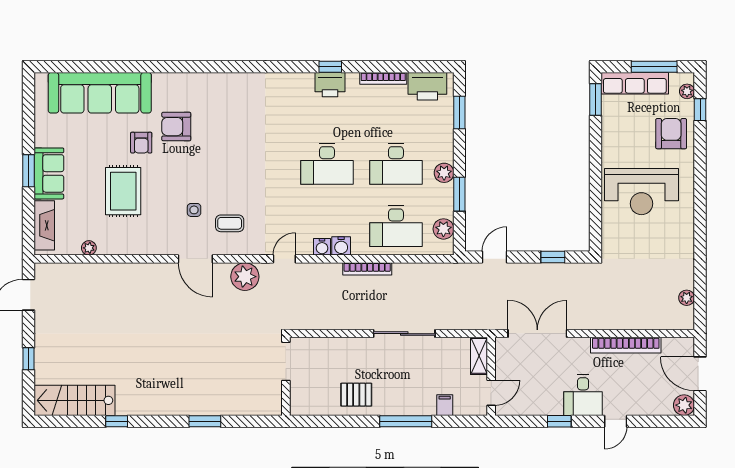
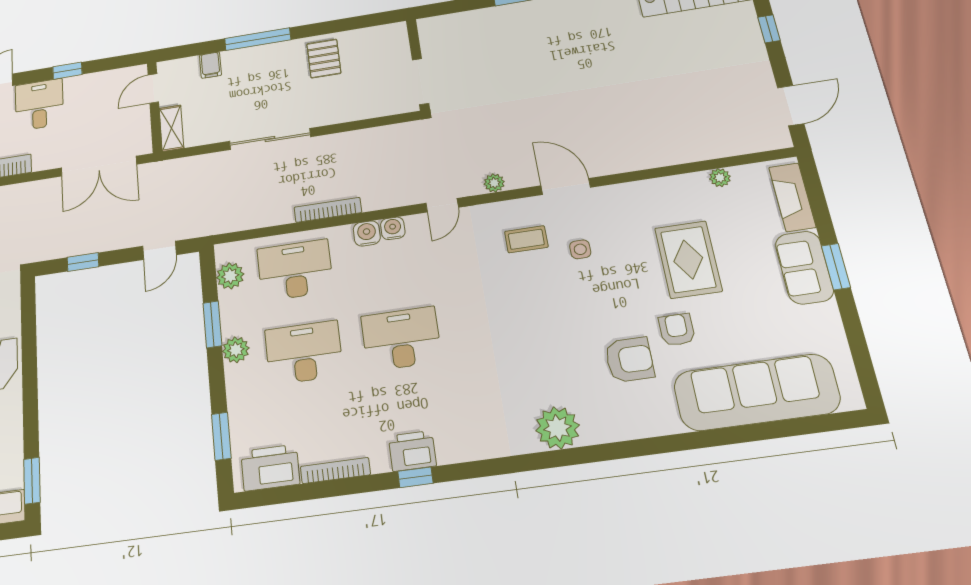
plant: (232, 87) -> (558, 428), added
plant: (245, 277) -> (494, 183), width x0.53, depth x0.53
pallet: (356, 395) -> (324, 59), turned 90

